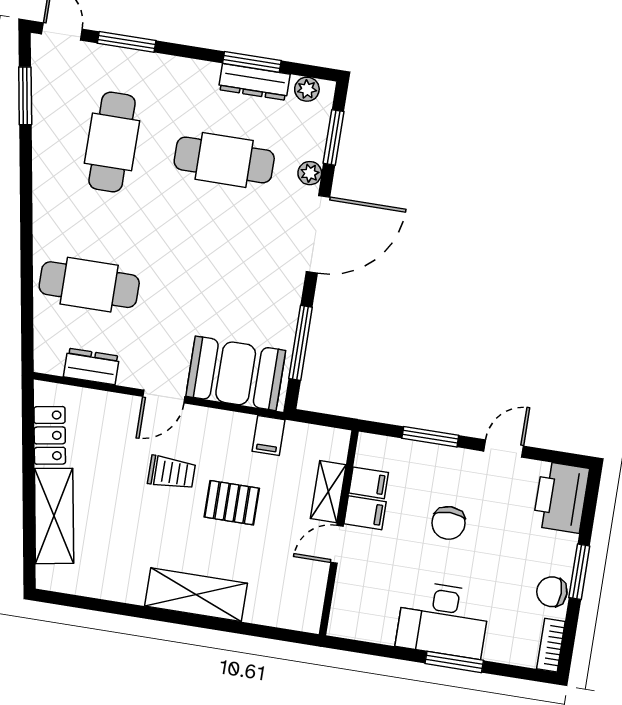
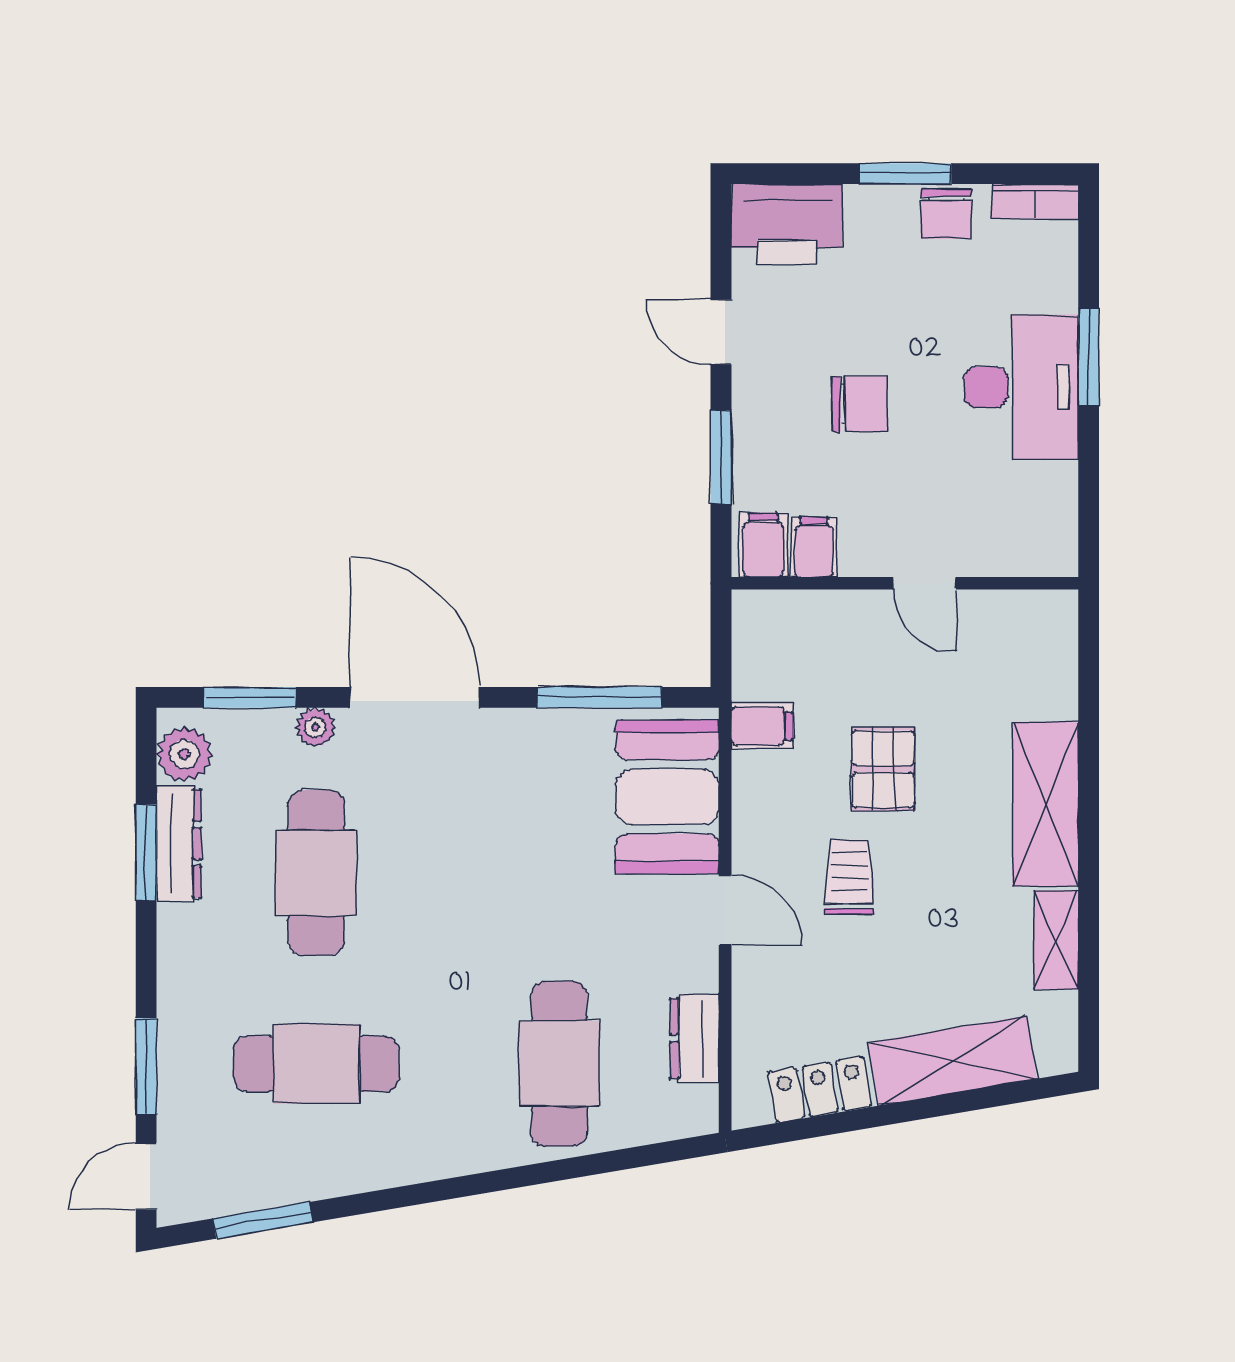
plant: (307, 89) -> (184, 754), width x1.38, depth x1.38
shelving: (328, 492) -> (1056, 940), moved, turned 90
filing cabinet: (365, 513) -> (763, 545), moved

